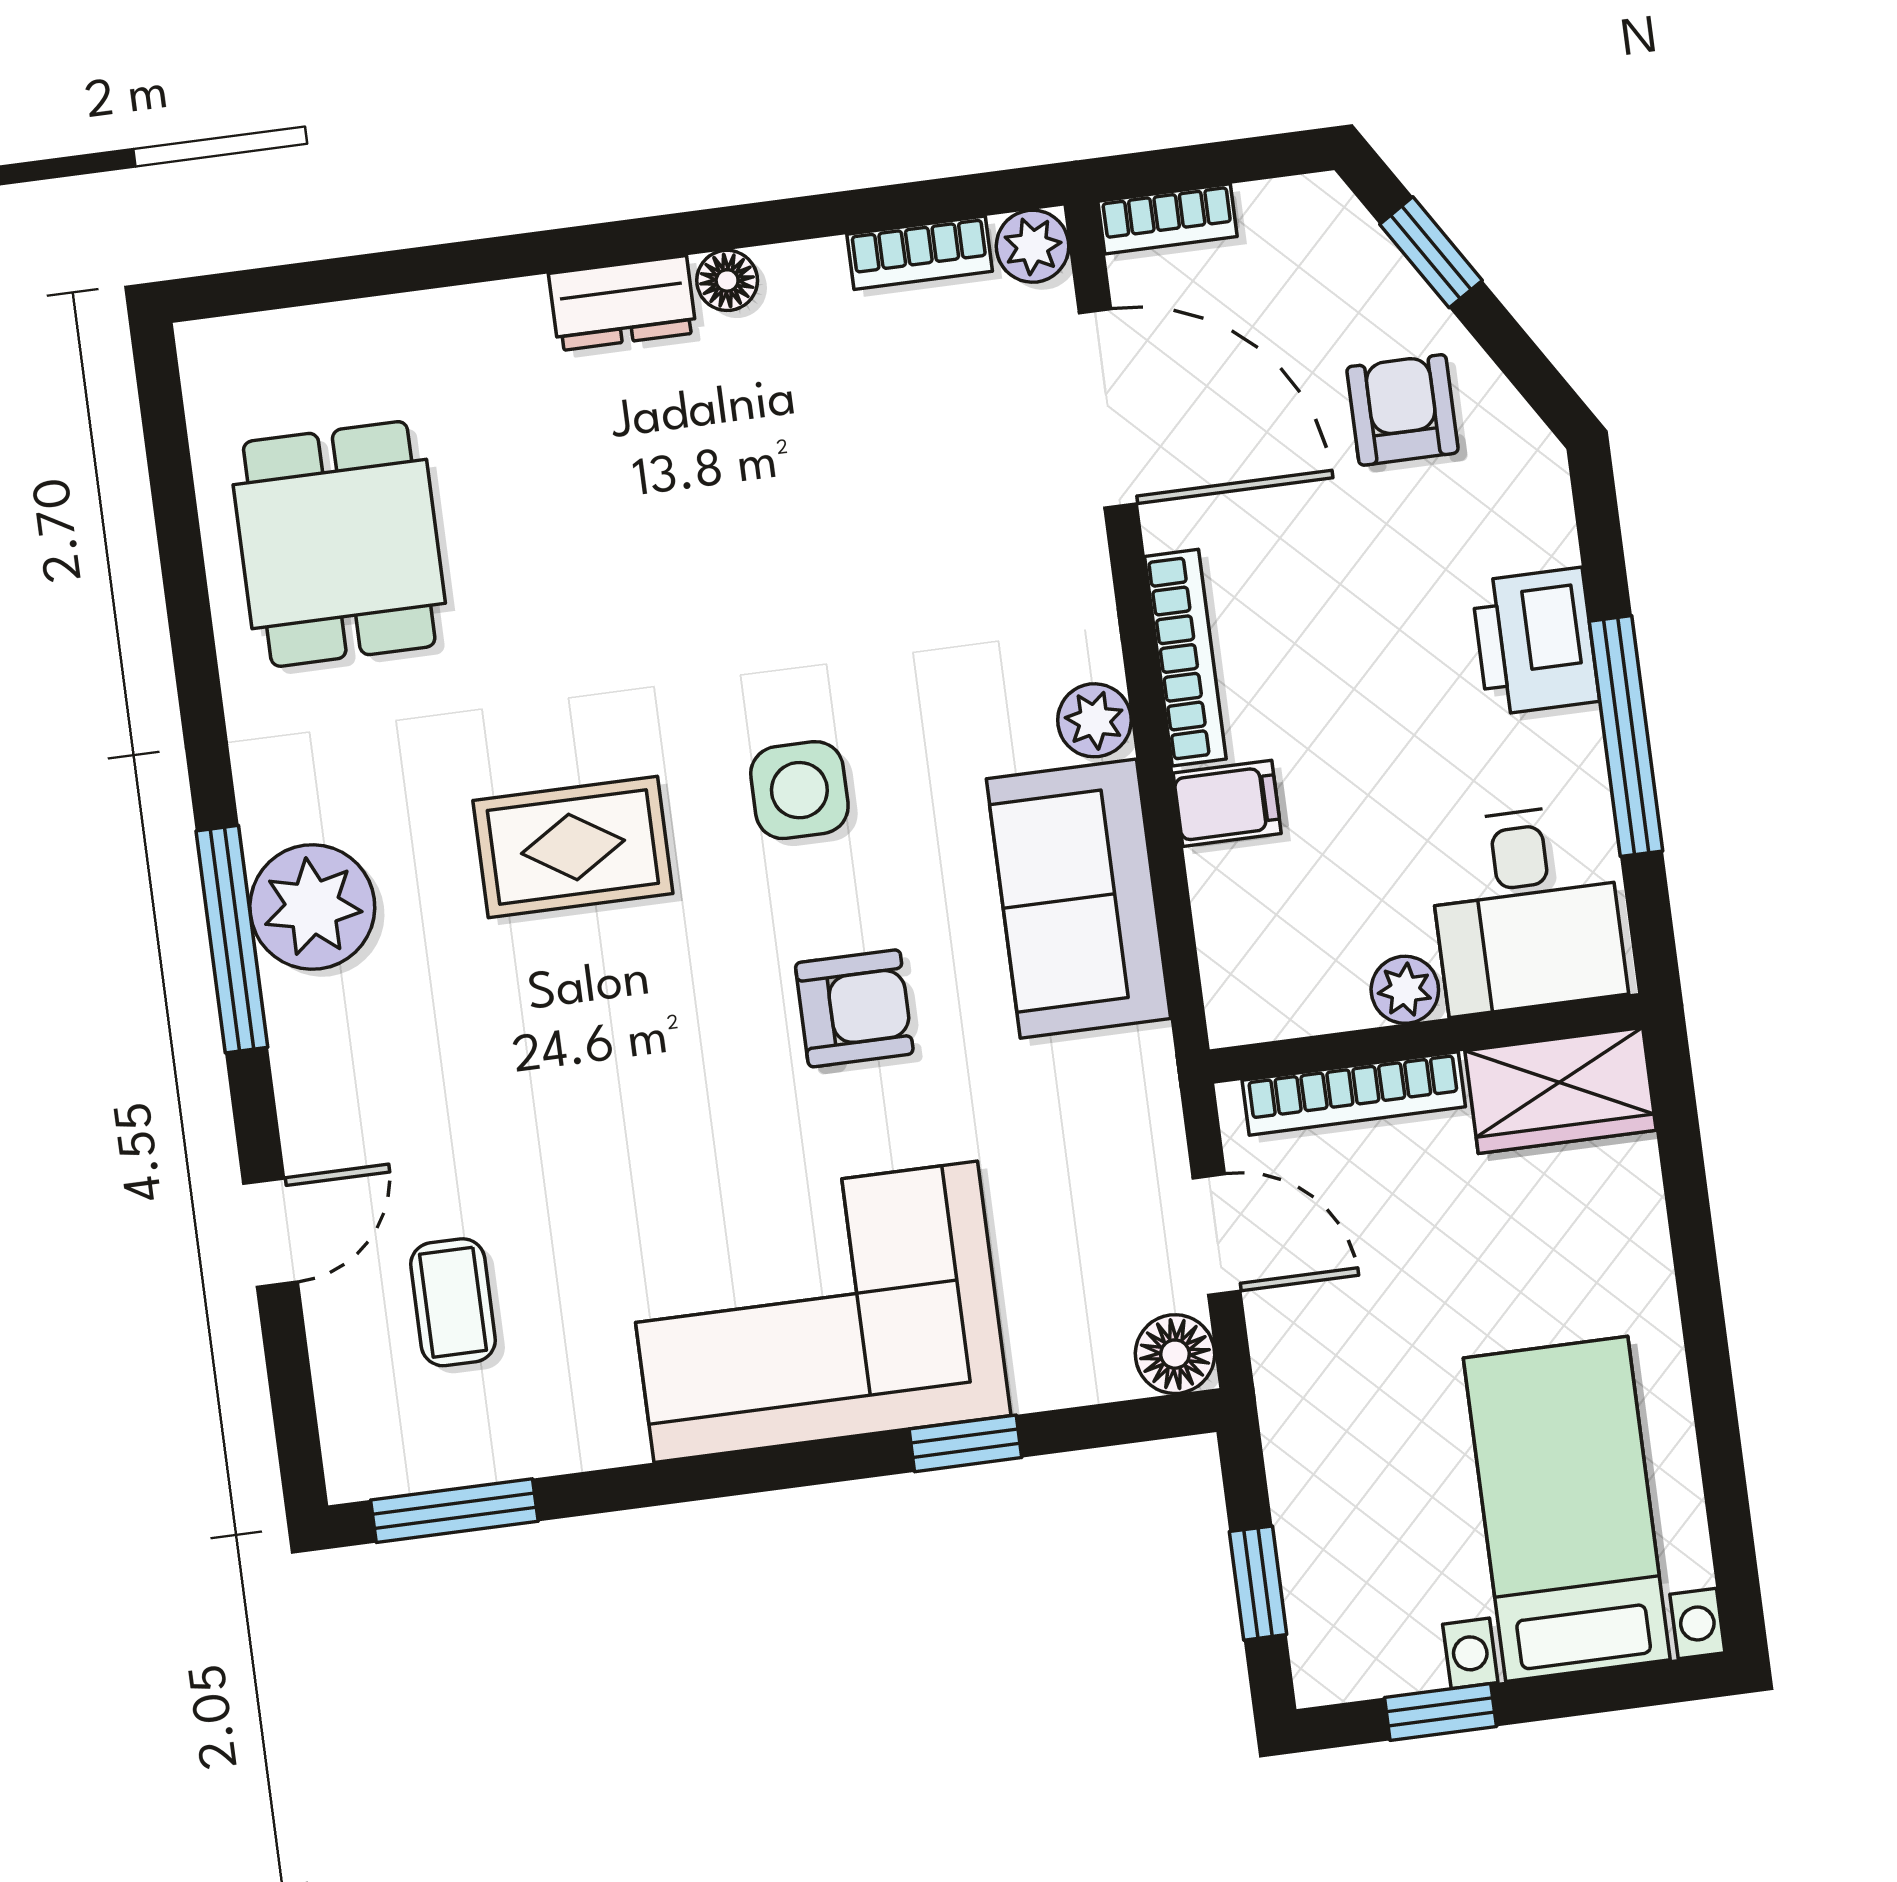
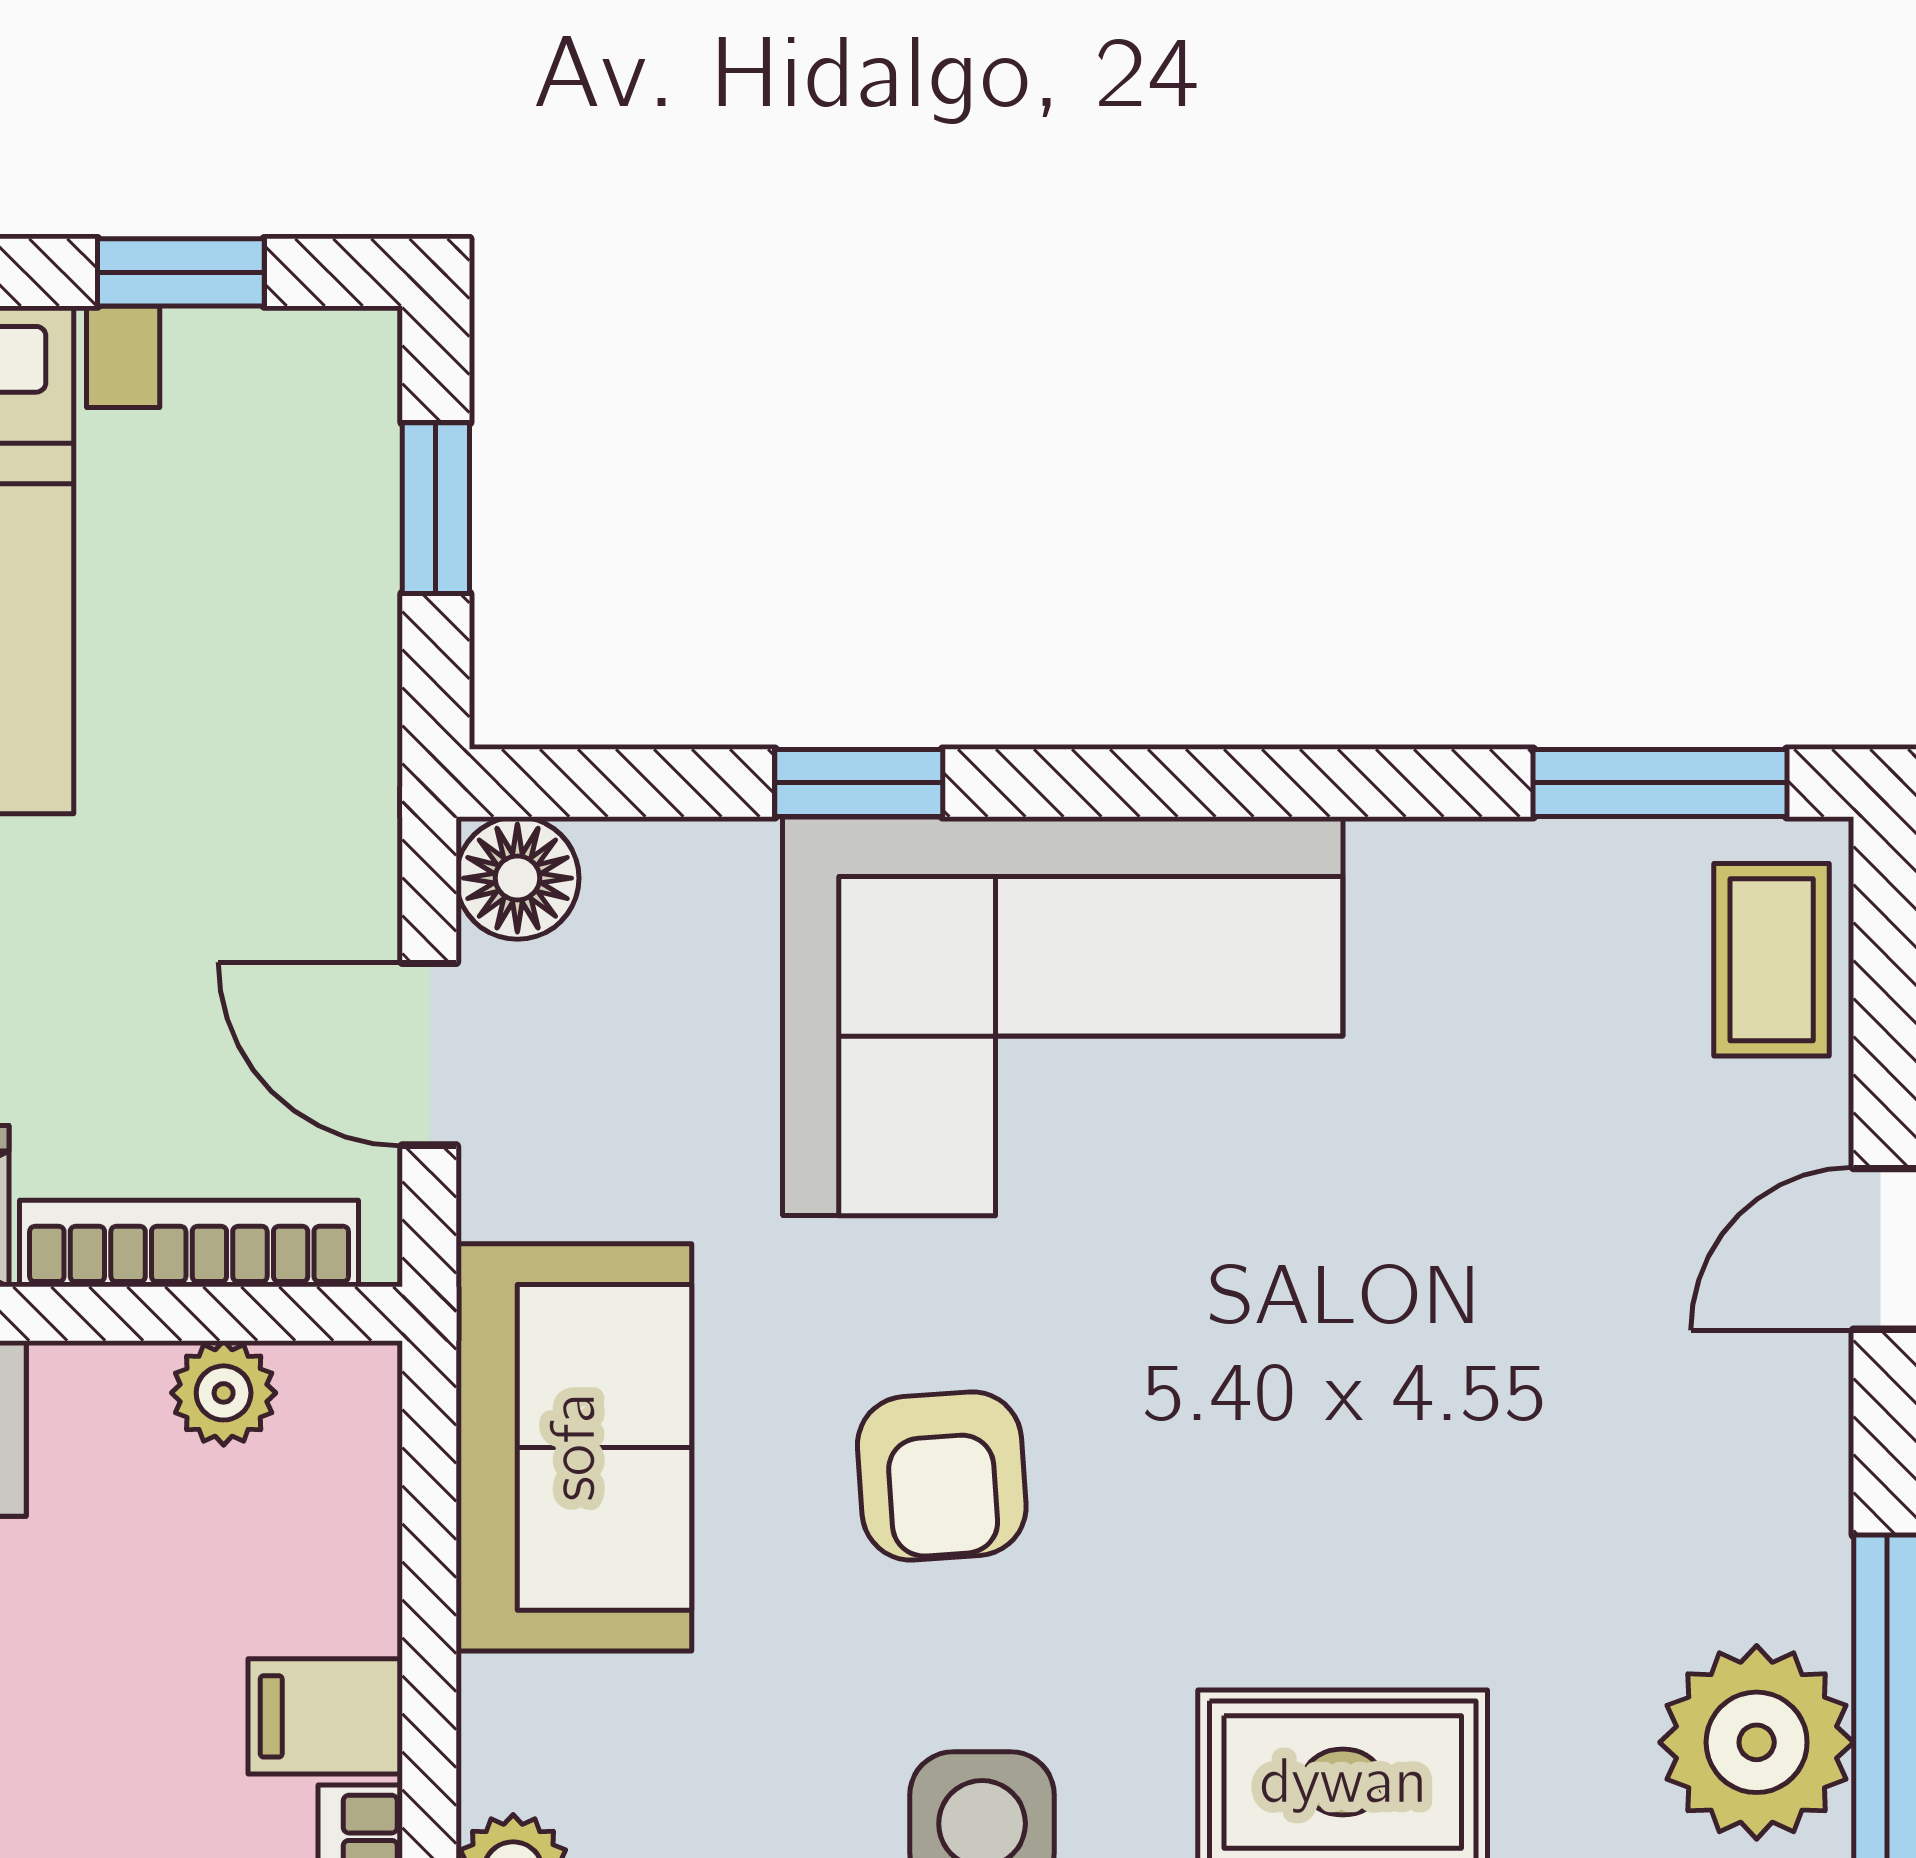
sofa: (1078, 899) -> (574, 1447), moved
plant: (1405, 990) -> (224, 1393), moved
armchair: (854, 1008) -> (942, 1476), turned -94
coffee table: (453, 1302) -> (1772, 960), moved

